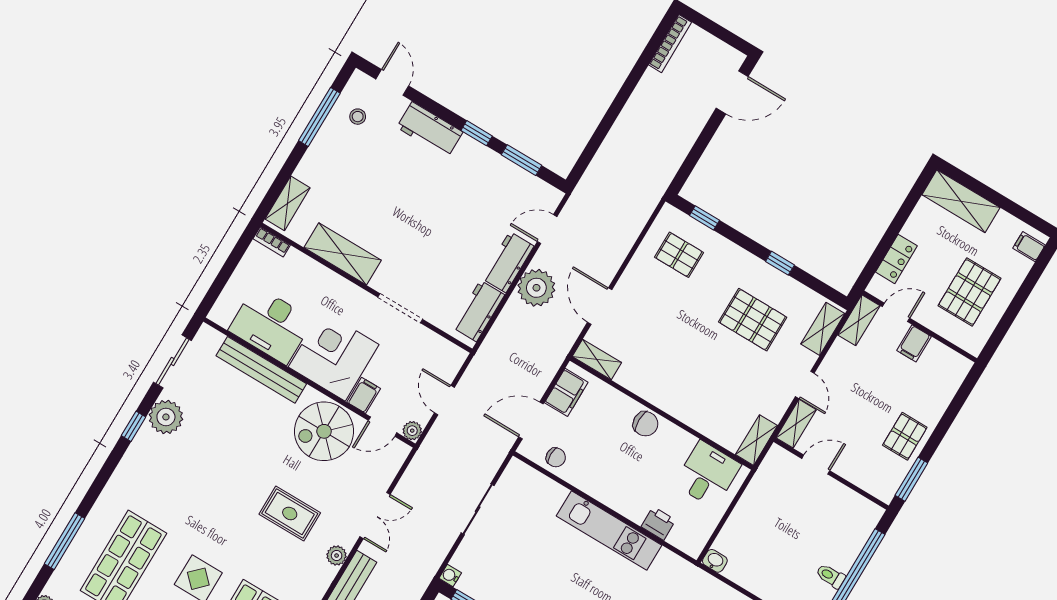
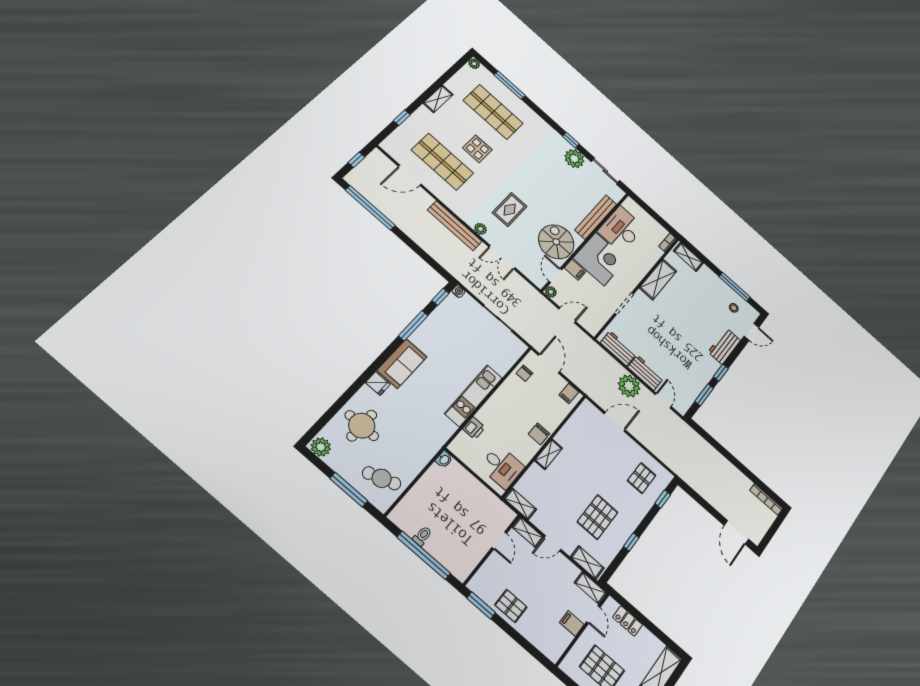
shelving: (597, 359) -> (549, 454), moved
filing cabinet: (566, 392) -> (569, 393), width x0.50

